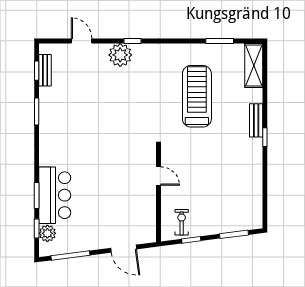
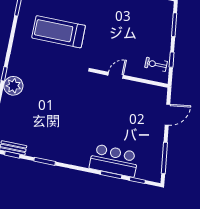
plant: (47, 233) -> (143, 173), removed

